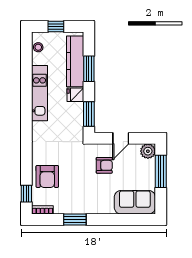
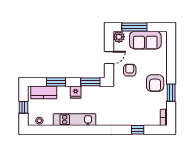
kitchen counter: (75, 61) -> (44, 92), width x0.67
door: (121, 138) -> (109, 58), hinge flipped
armchair: (47, 176) -> (155, 83), moved, turned 90
window: (26, 194) -> (138, 130), moved
sofa: (135, 202) -> (145, 40), moved, turned -90

